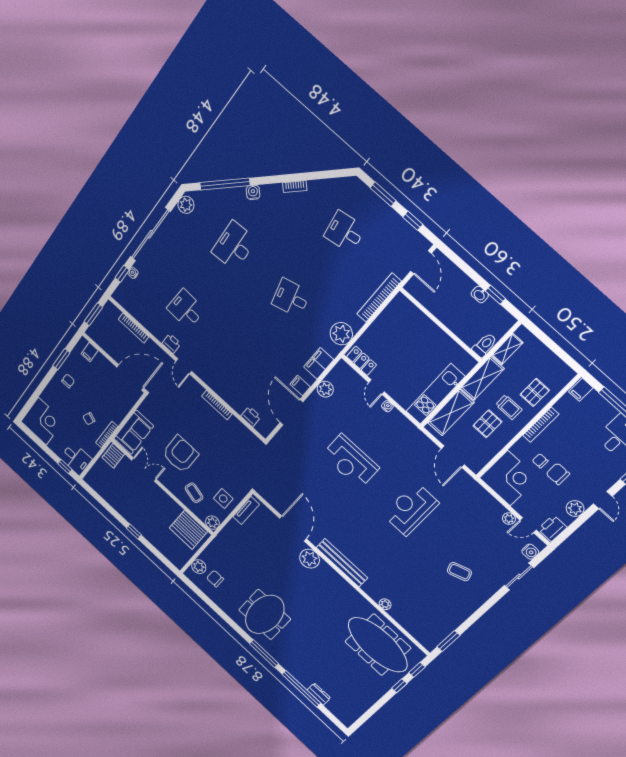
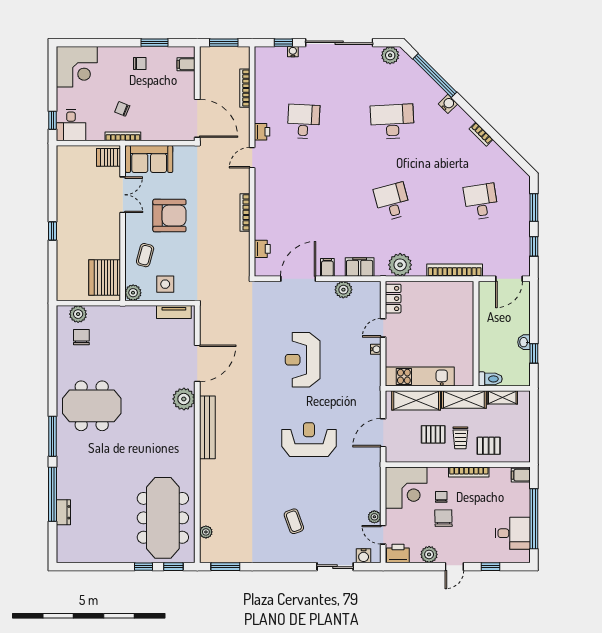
plant: (385, 604) -> (206, 532), moved

